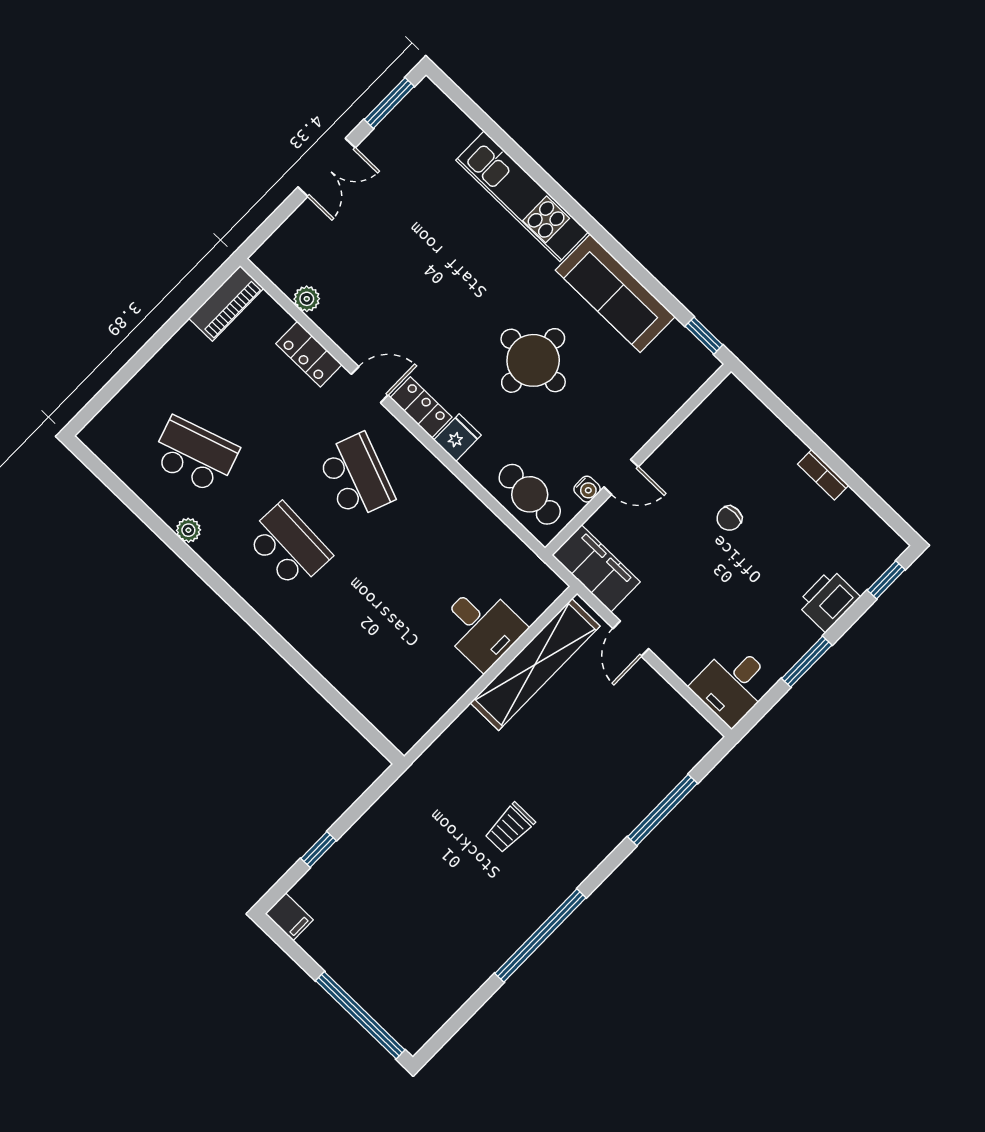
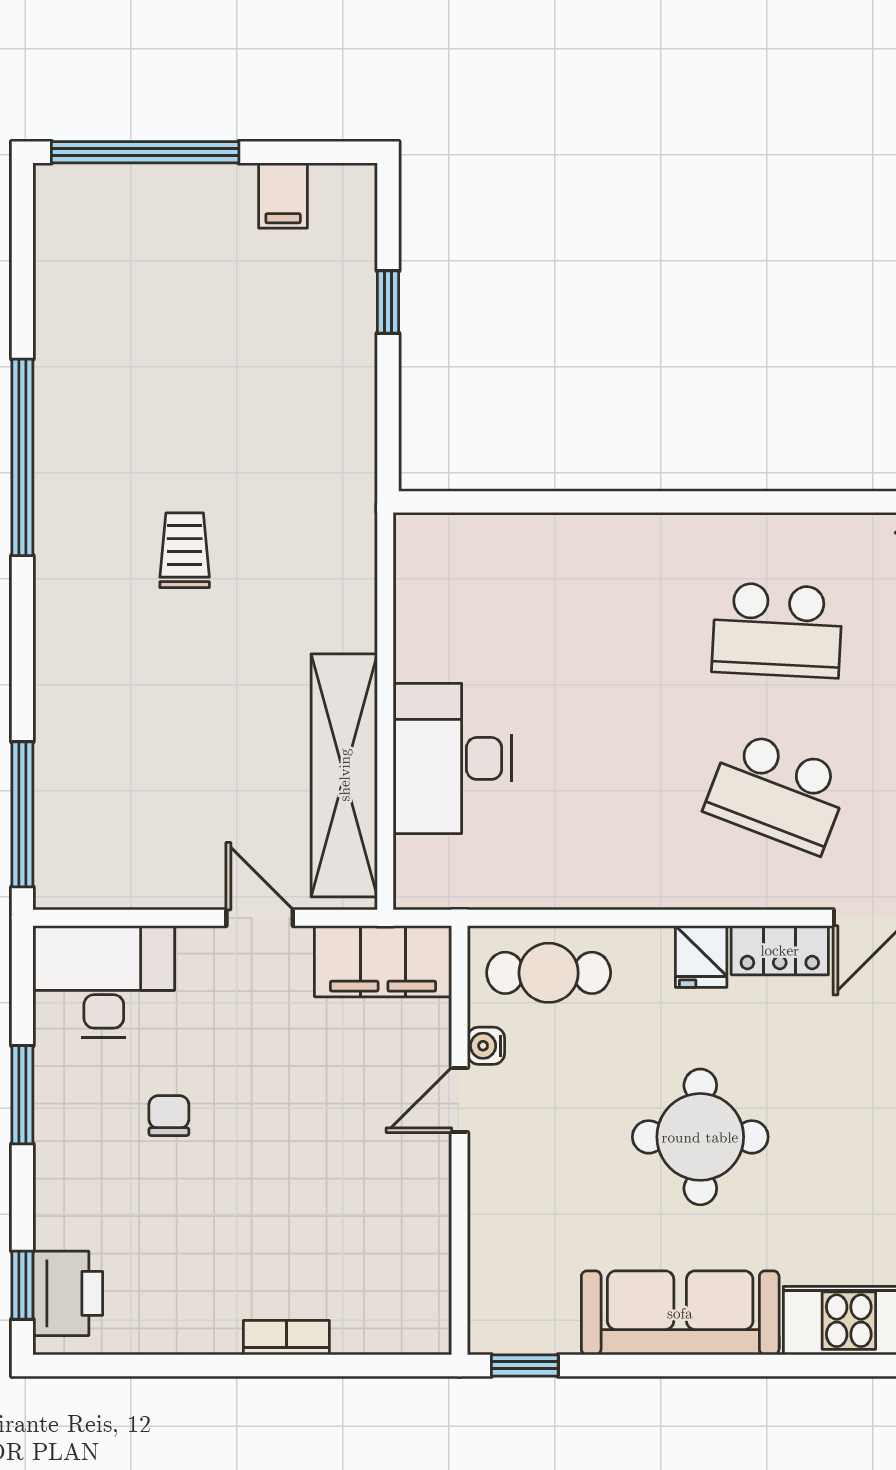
bookcase: (823, 475) -> (286, 1338), moved
chair: (729, 518) -> (169, 1116), moved
printer: (828, 600) -> (68, 1293), moved
desk: (482, 627) -> (452, 758), width x1.37
desk: (733, 684) -> (104, 981), width x1.37
window: (662, 810) -> (22, 814), moved
filing cabinet: (289, 917) -> (283, 195), moved, turned -90

